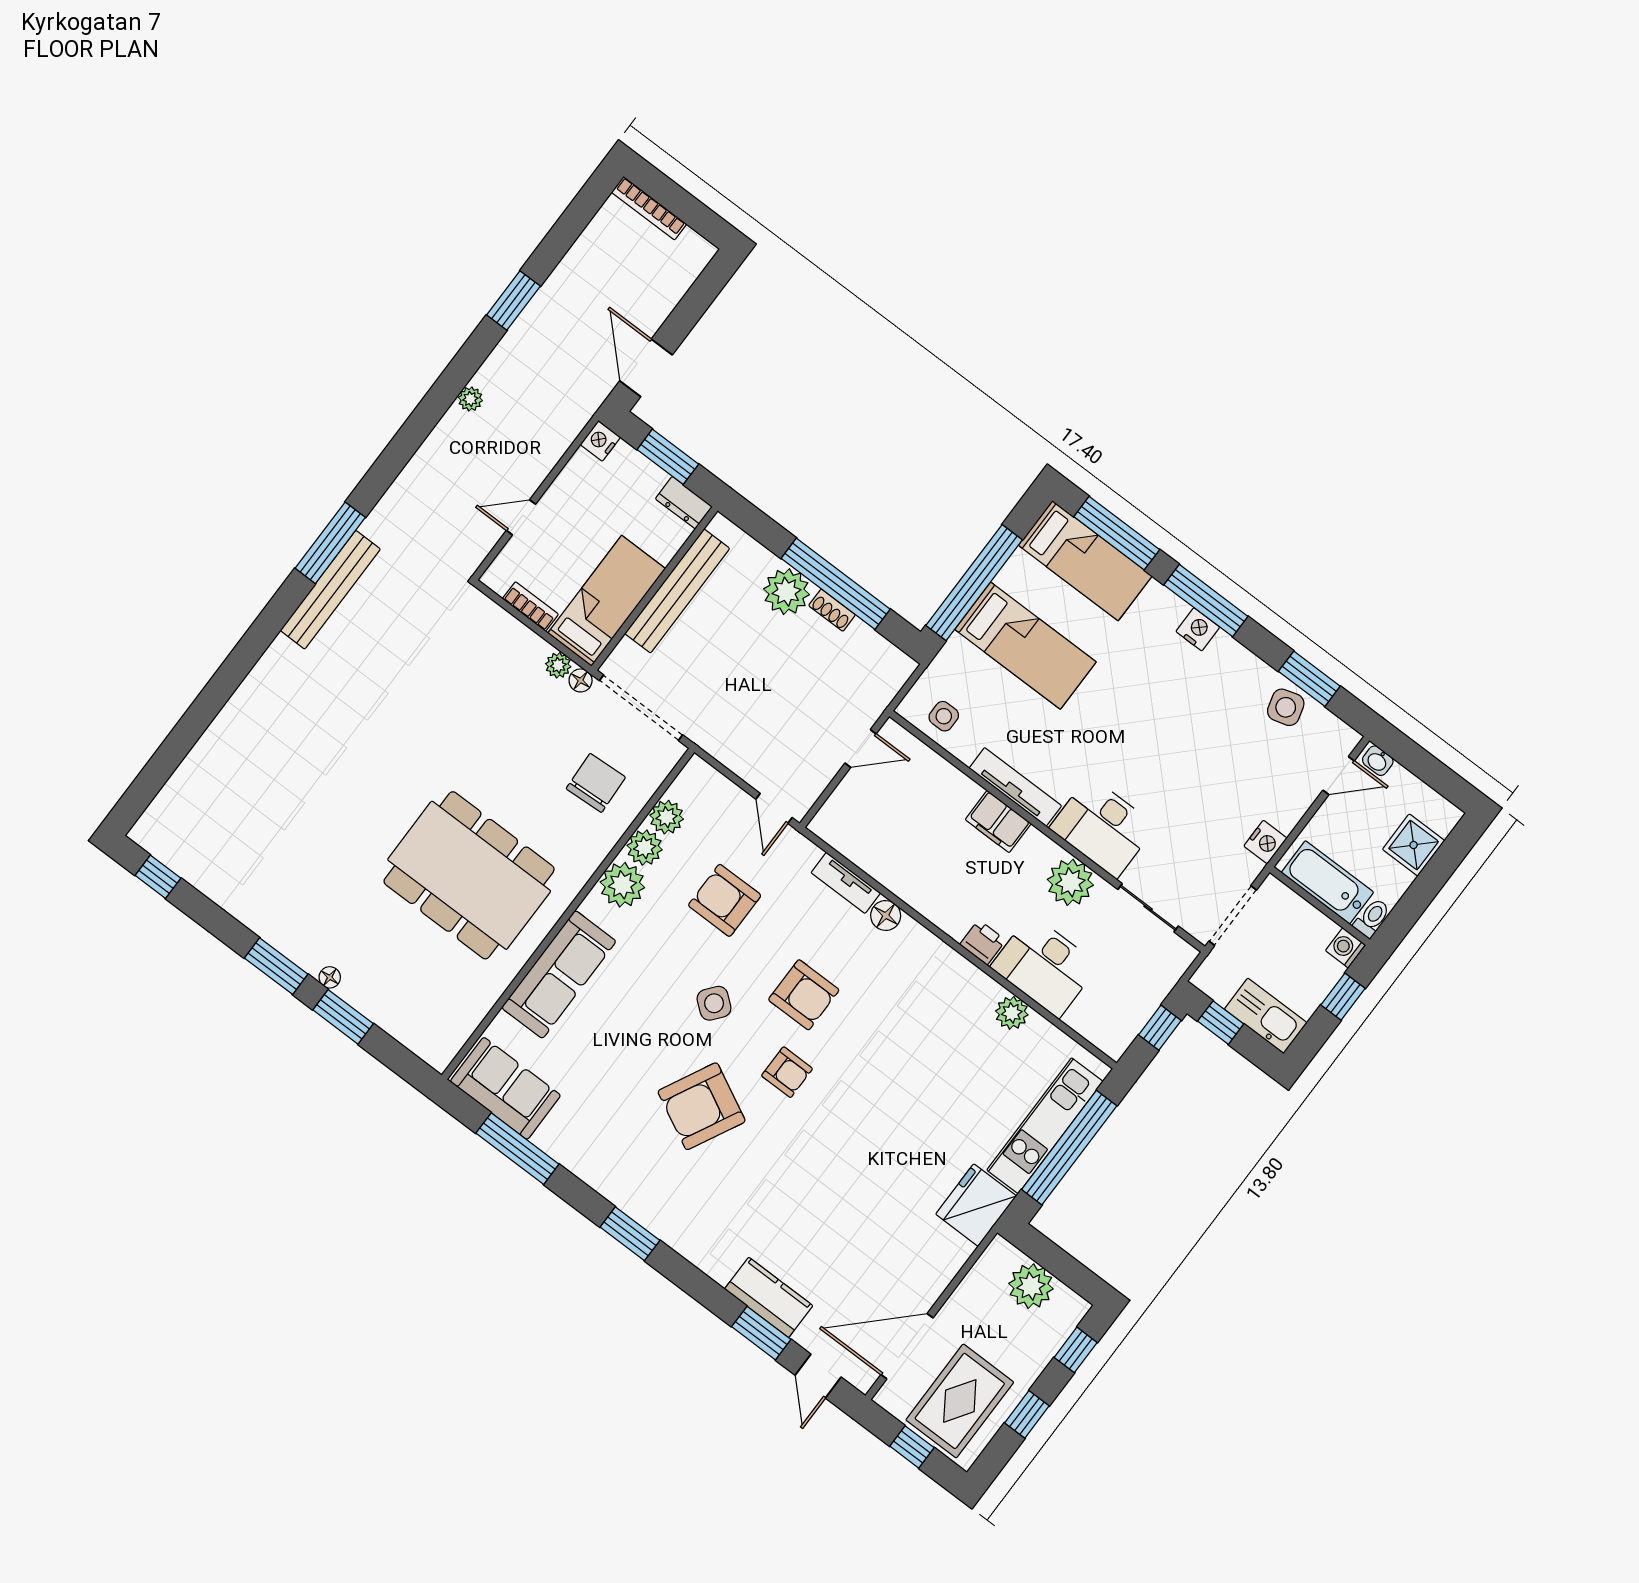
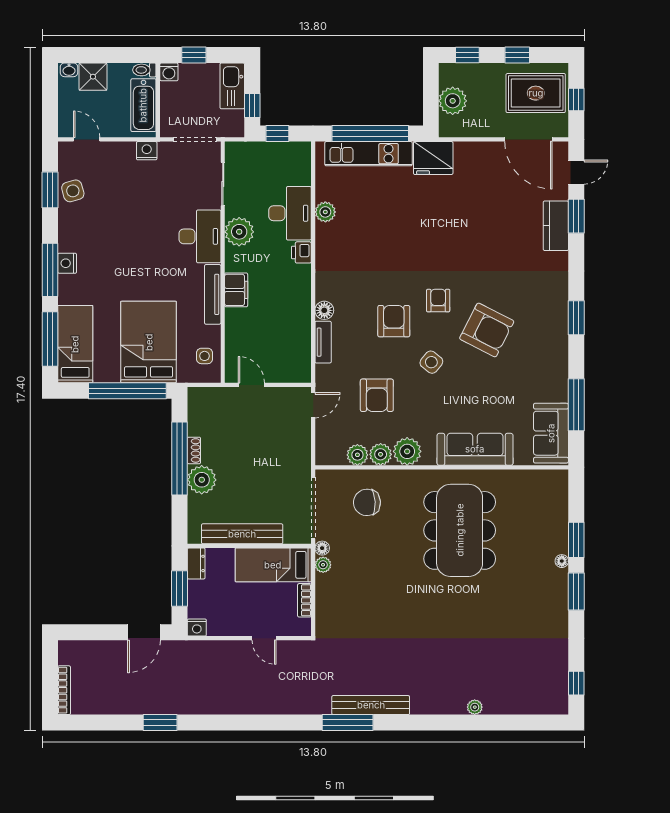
plant: (470, 399) -> (475, 707), moved
bed: (1025, 646) -> (149, 342), width x1.50
washbasin: (1378, 761) -> (69, 70), moved, turned 90

